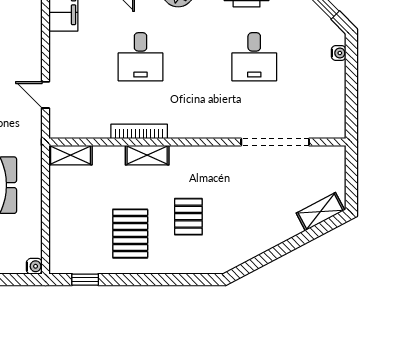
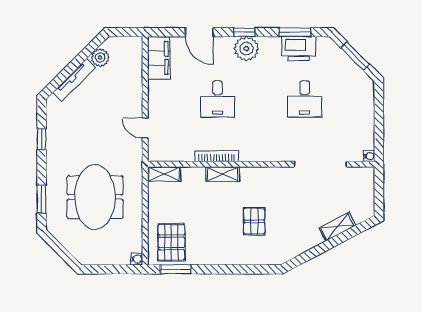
water cooler: (339, 53) -> (369, 156), moved
shelving: (320, 212) -> (338, 227), moved
pallet: (130, 234) -> (171, 242), moved
window: (85, 280) -> (175, 269), width x1.50

